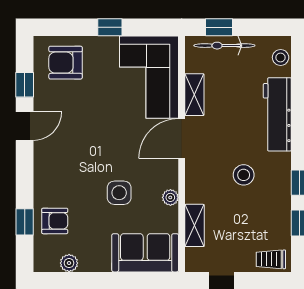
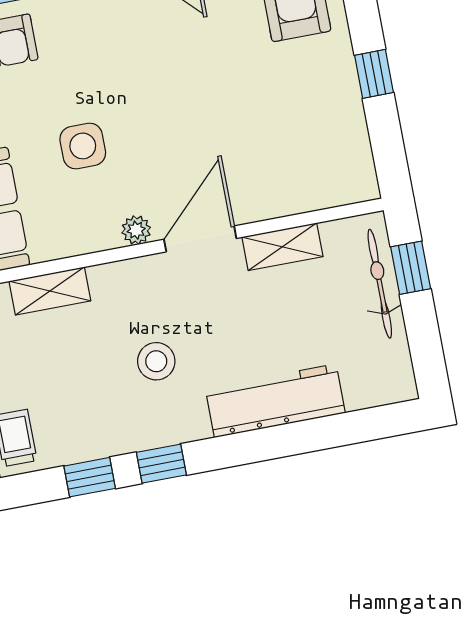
stool: (281, 57) -> (377, 387), removed
corner sofa: (149, 77) -> (298, 160), removed
door: (182, 138) -> (200, 239), hinge flipped
plant: (170, 197) -> (136, 230), moved

